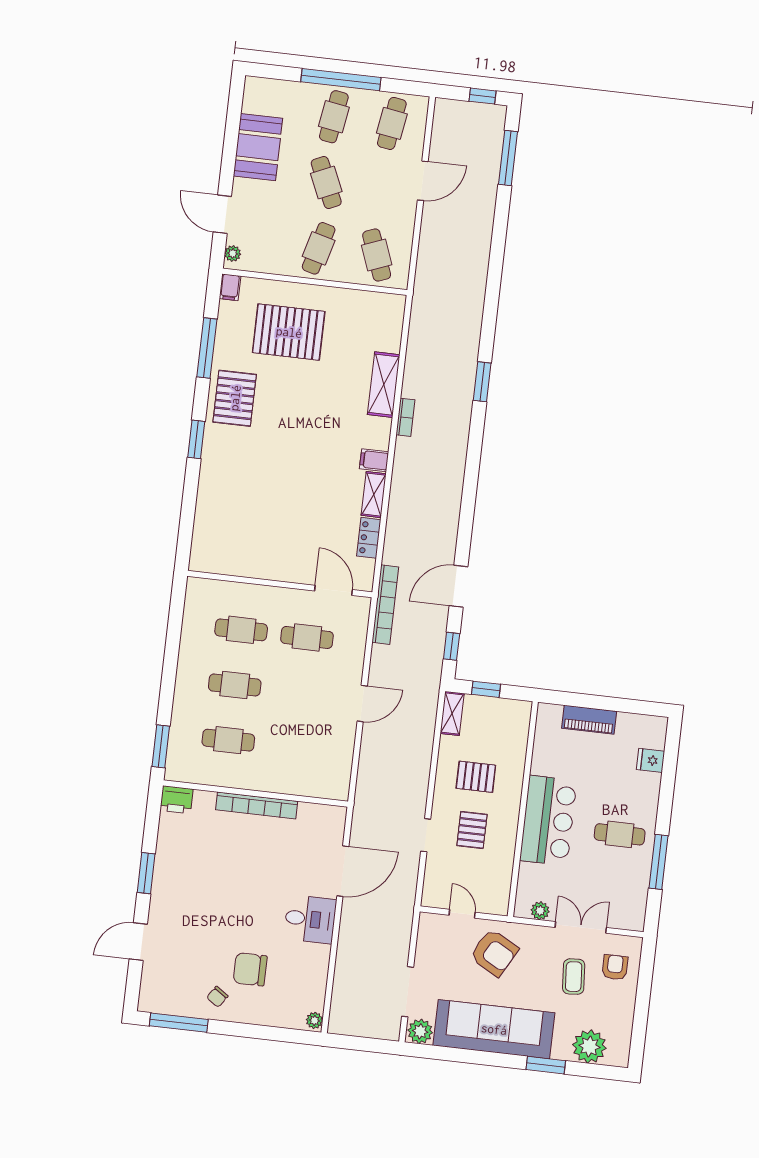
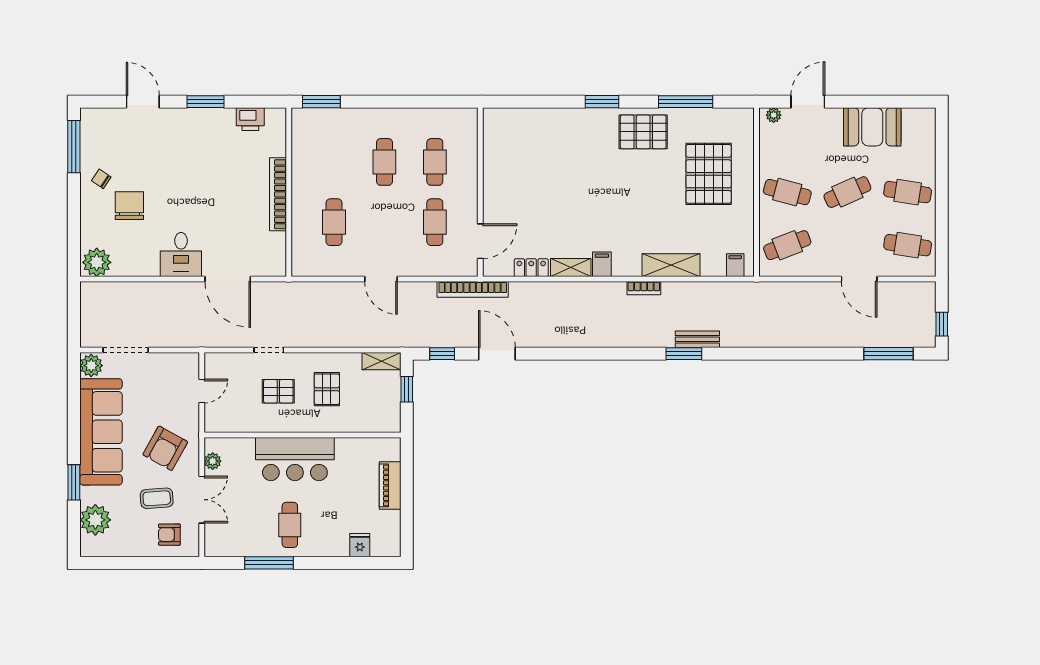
window: (341, 80) -> (942, 195), removed
filing cabinet: (230, 287) -> (735, 265), moved, turned 90
bench: (468, 365) -> (697, 339), added
cafe table: (228, 740) -> (334, 222), moved
printer: (177, 800) -> (250, 119), moved, turned -90
armchair: (494, 953) -> (165, 448), moved
armchair: (615, 967) -> (169, 535), turned 180
plant: (314, 1020) -> (97, 262), width x1.87, depth x1.87

